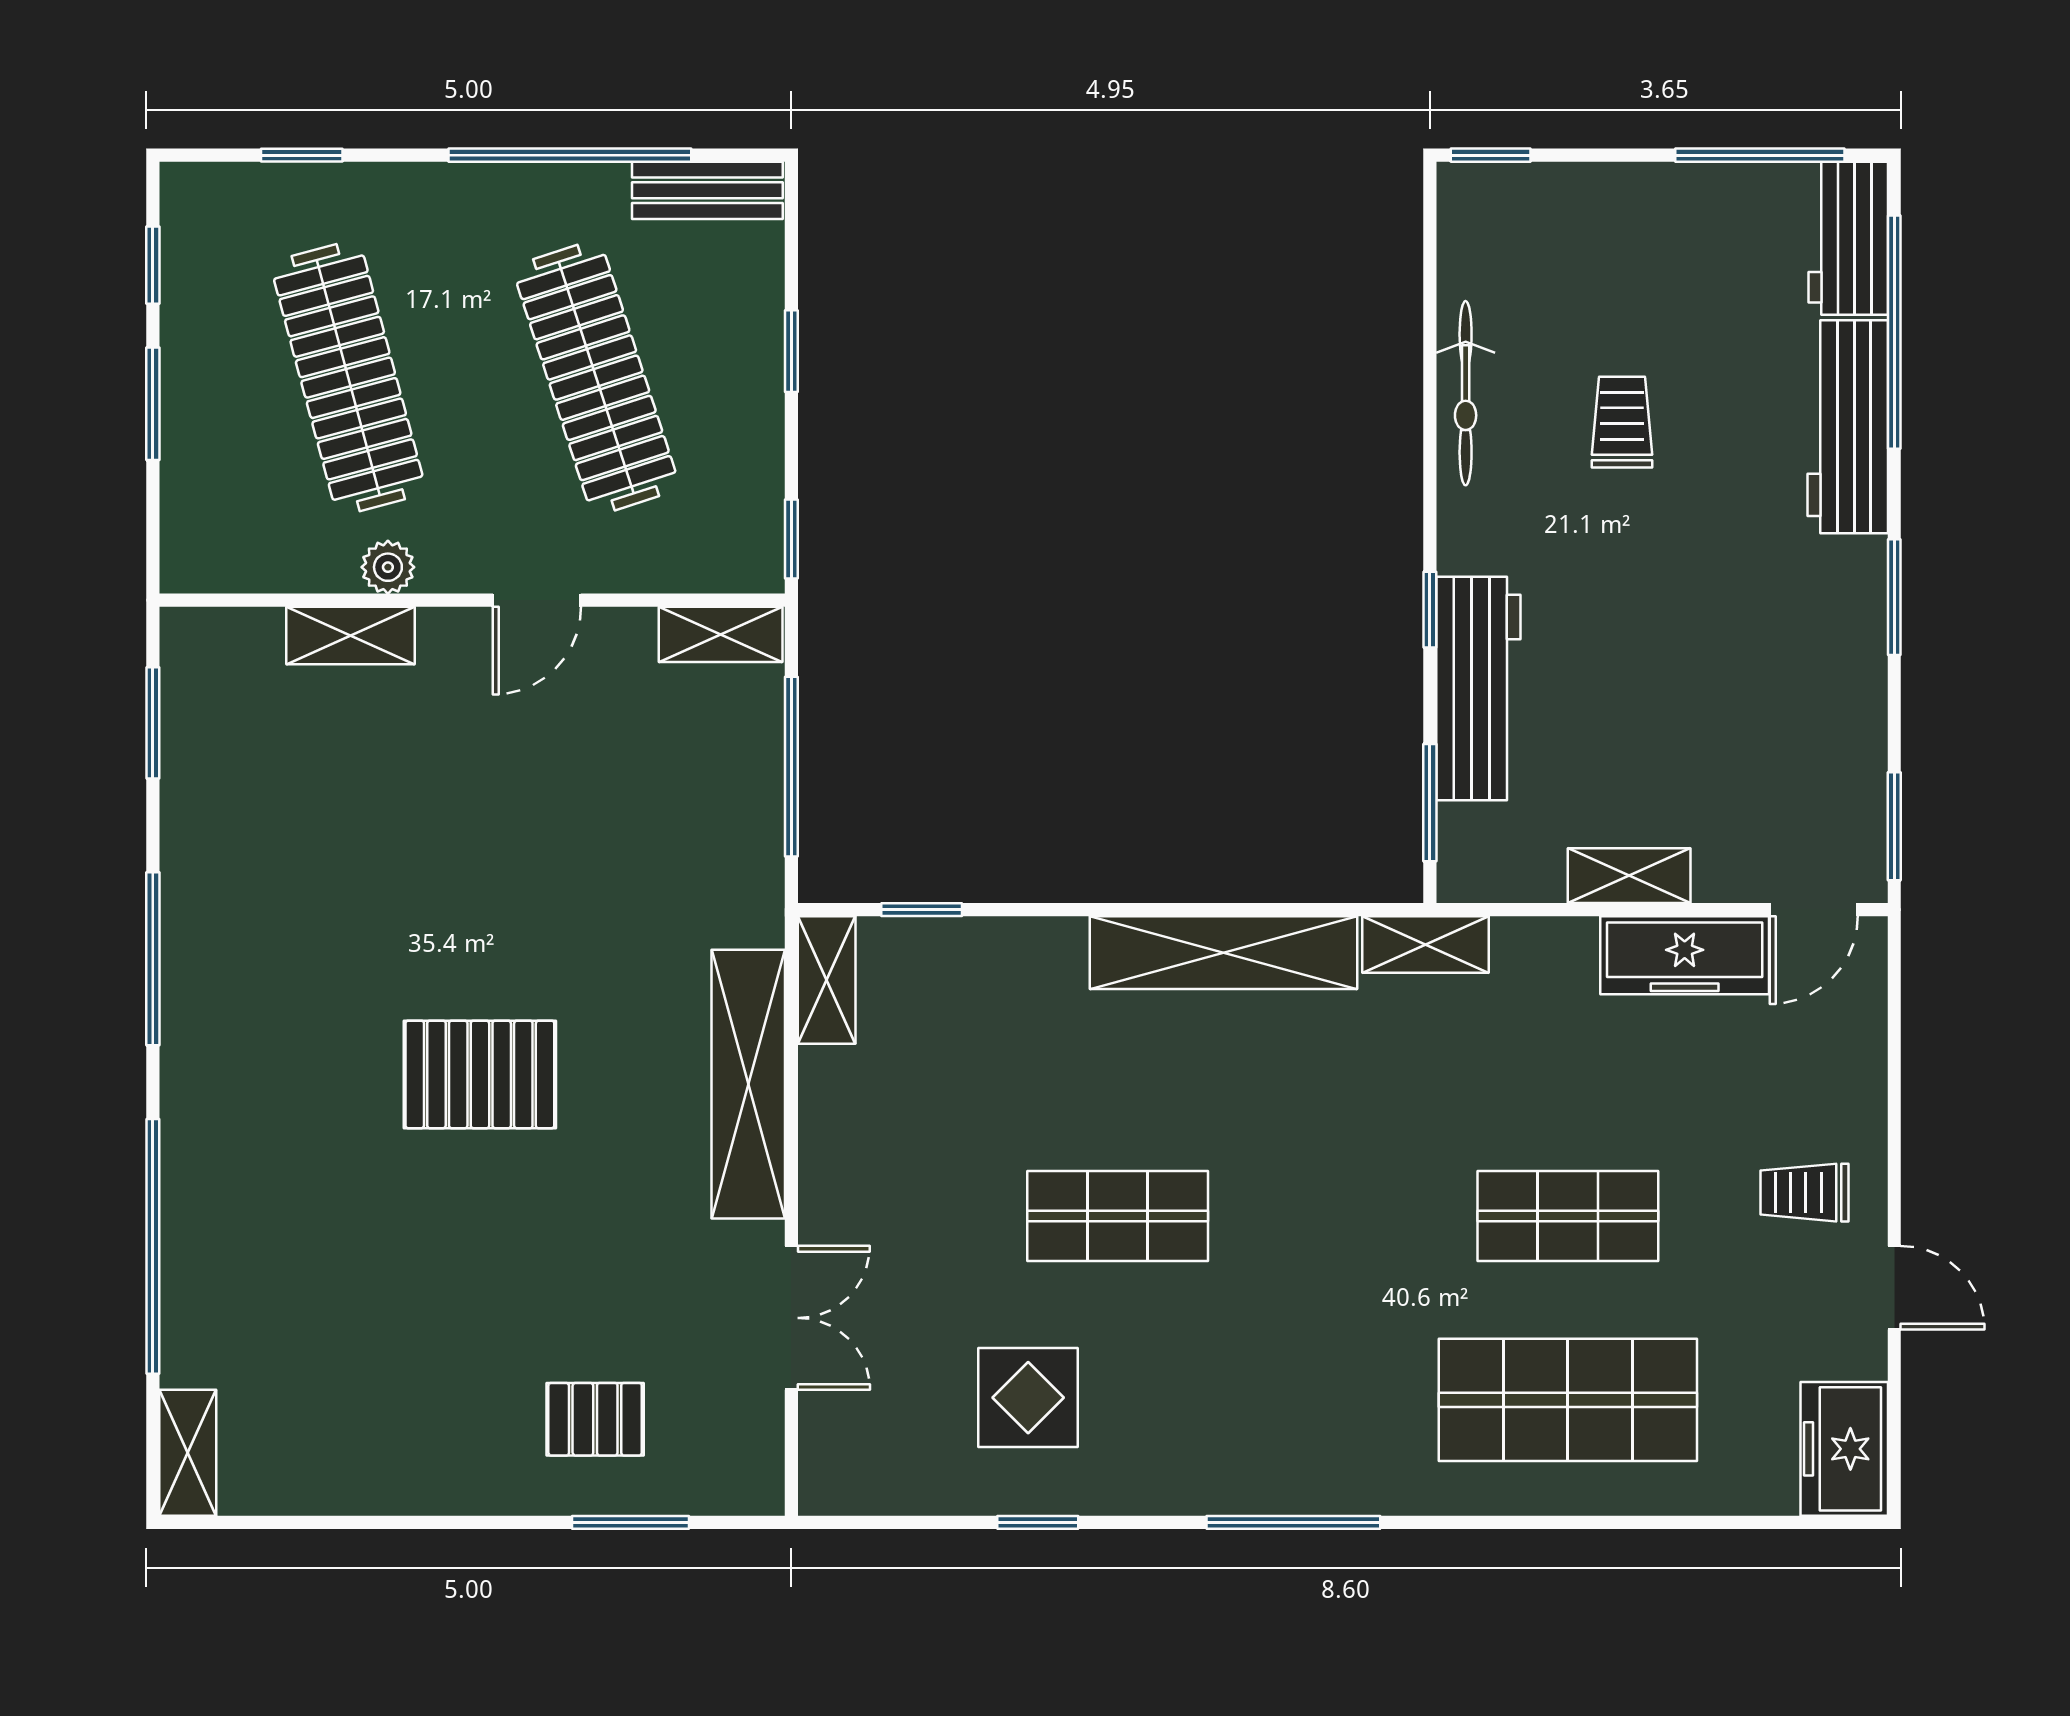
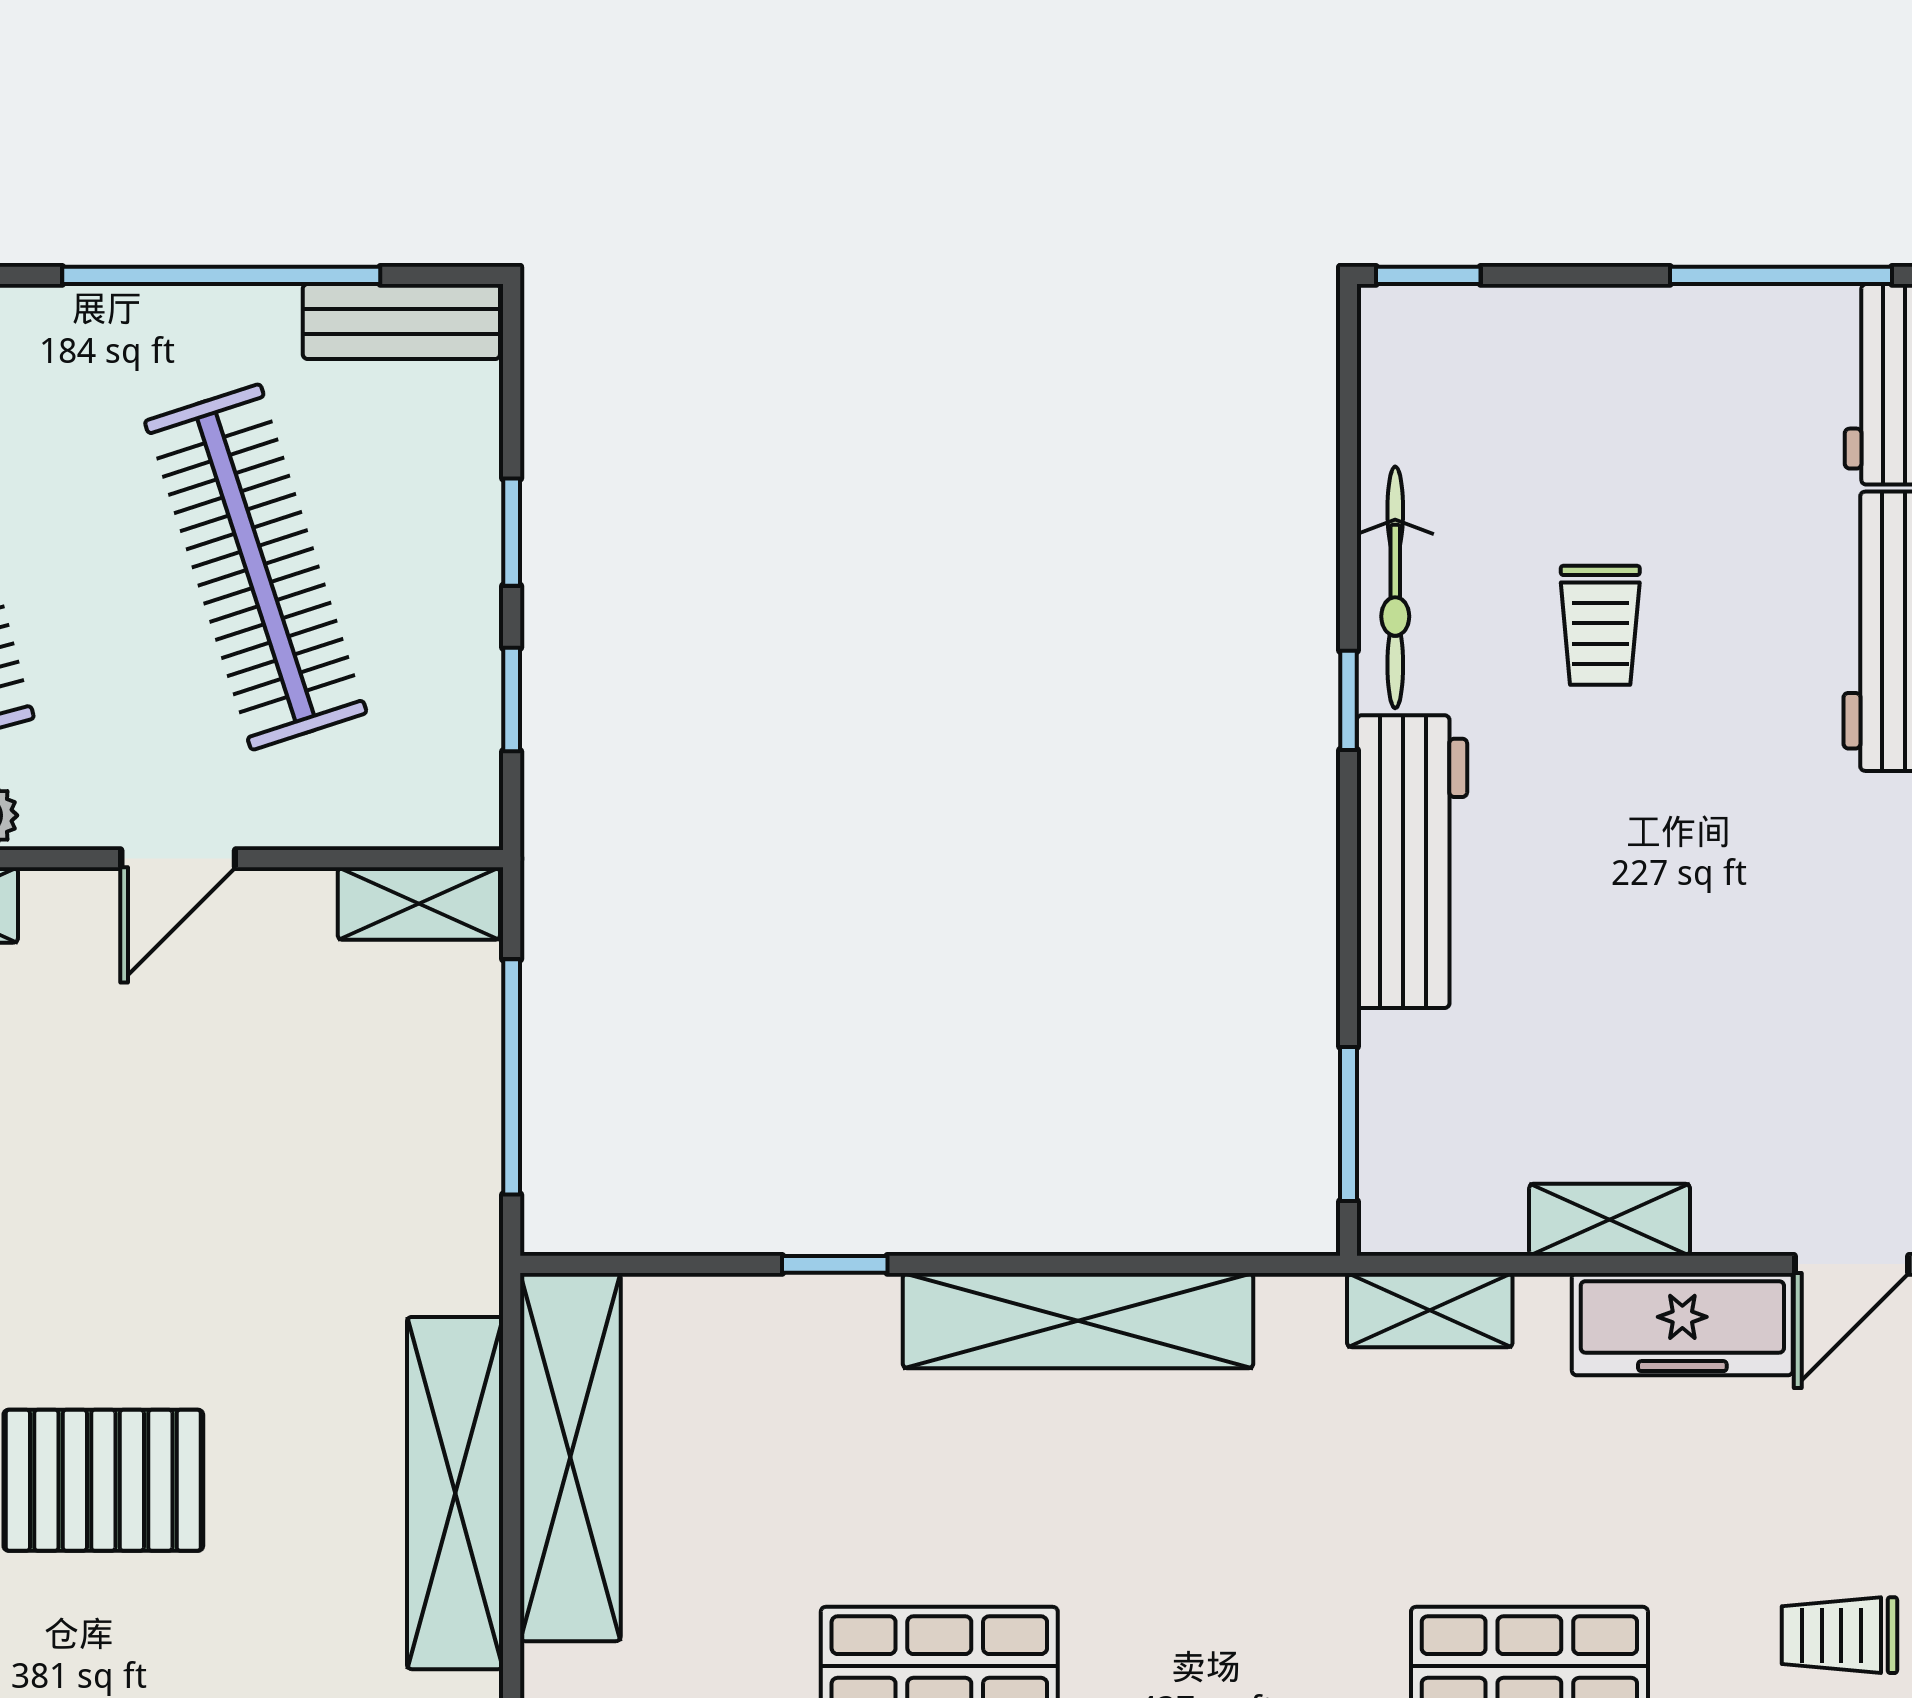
trolley: (1622, 422) -> (1600, 625), turned 180
window: (791, 539) -> (512, 700), moved
window: (1430, 610) -> (1348, 700), moved
workbench: (1478, 689) -> (1412, 862), moved
window: (922, 910) -> (835, 1264), moved
shelving: (1425, 945) -> (1430, 1310), moved
shelving: (827, 980) -> (570, 1457), width x2.20, depth x1.33

